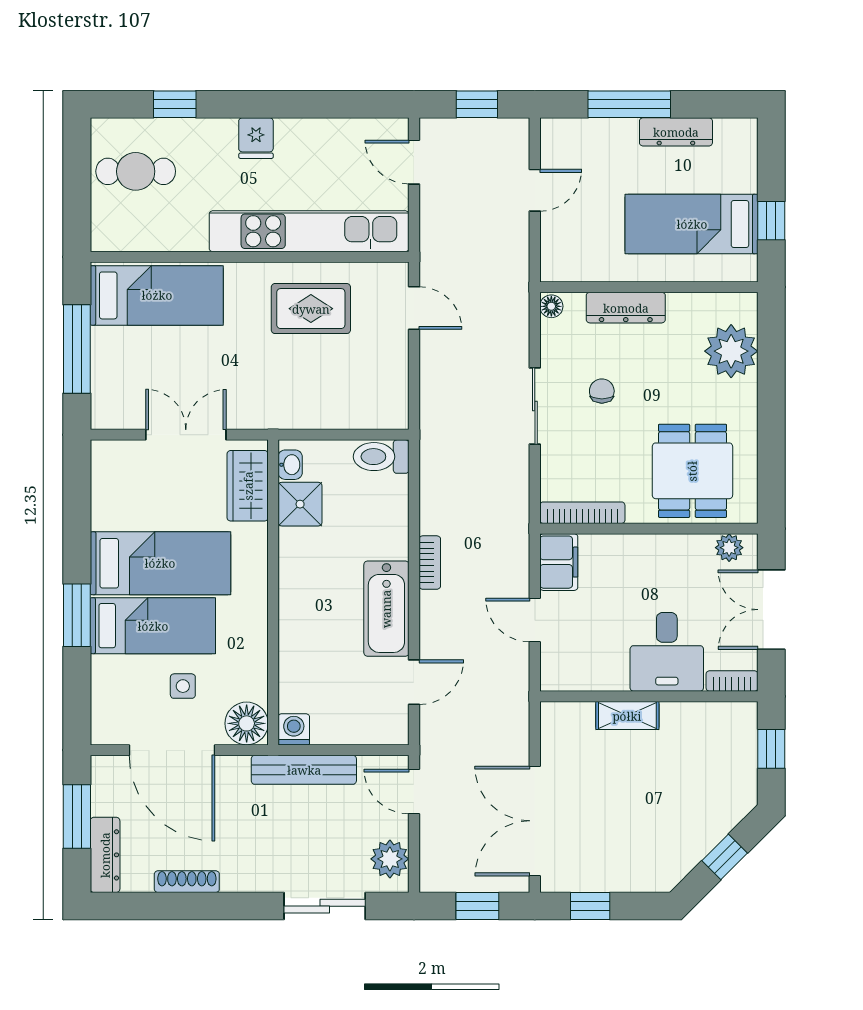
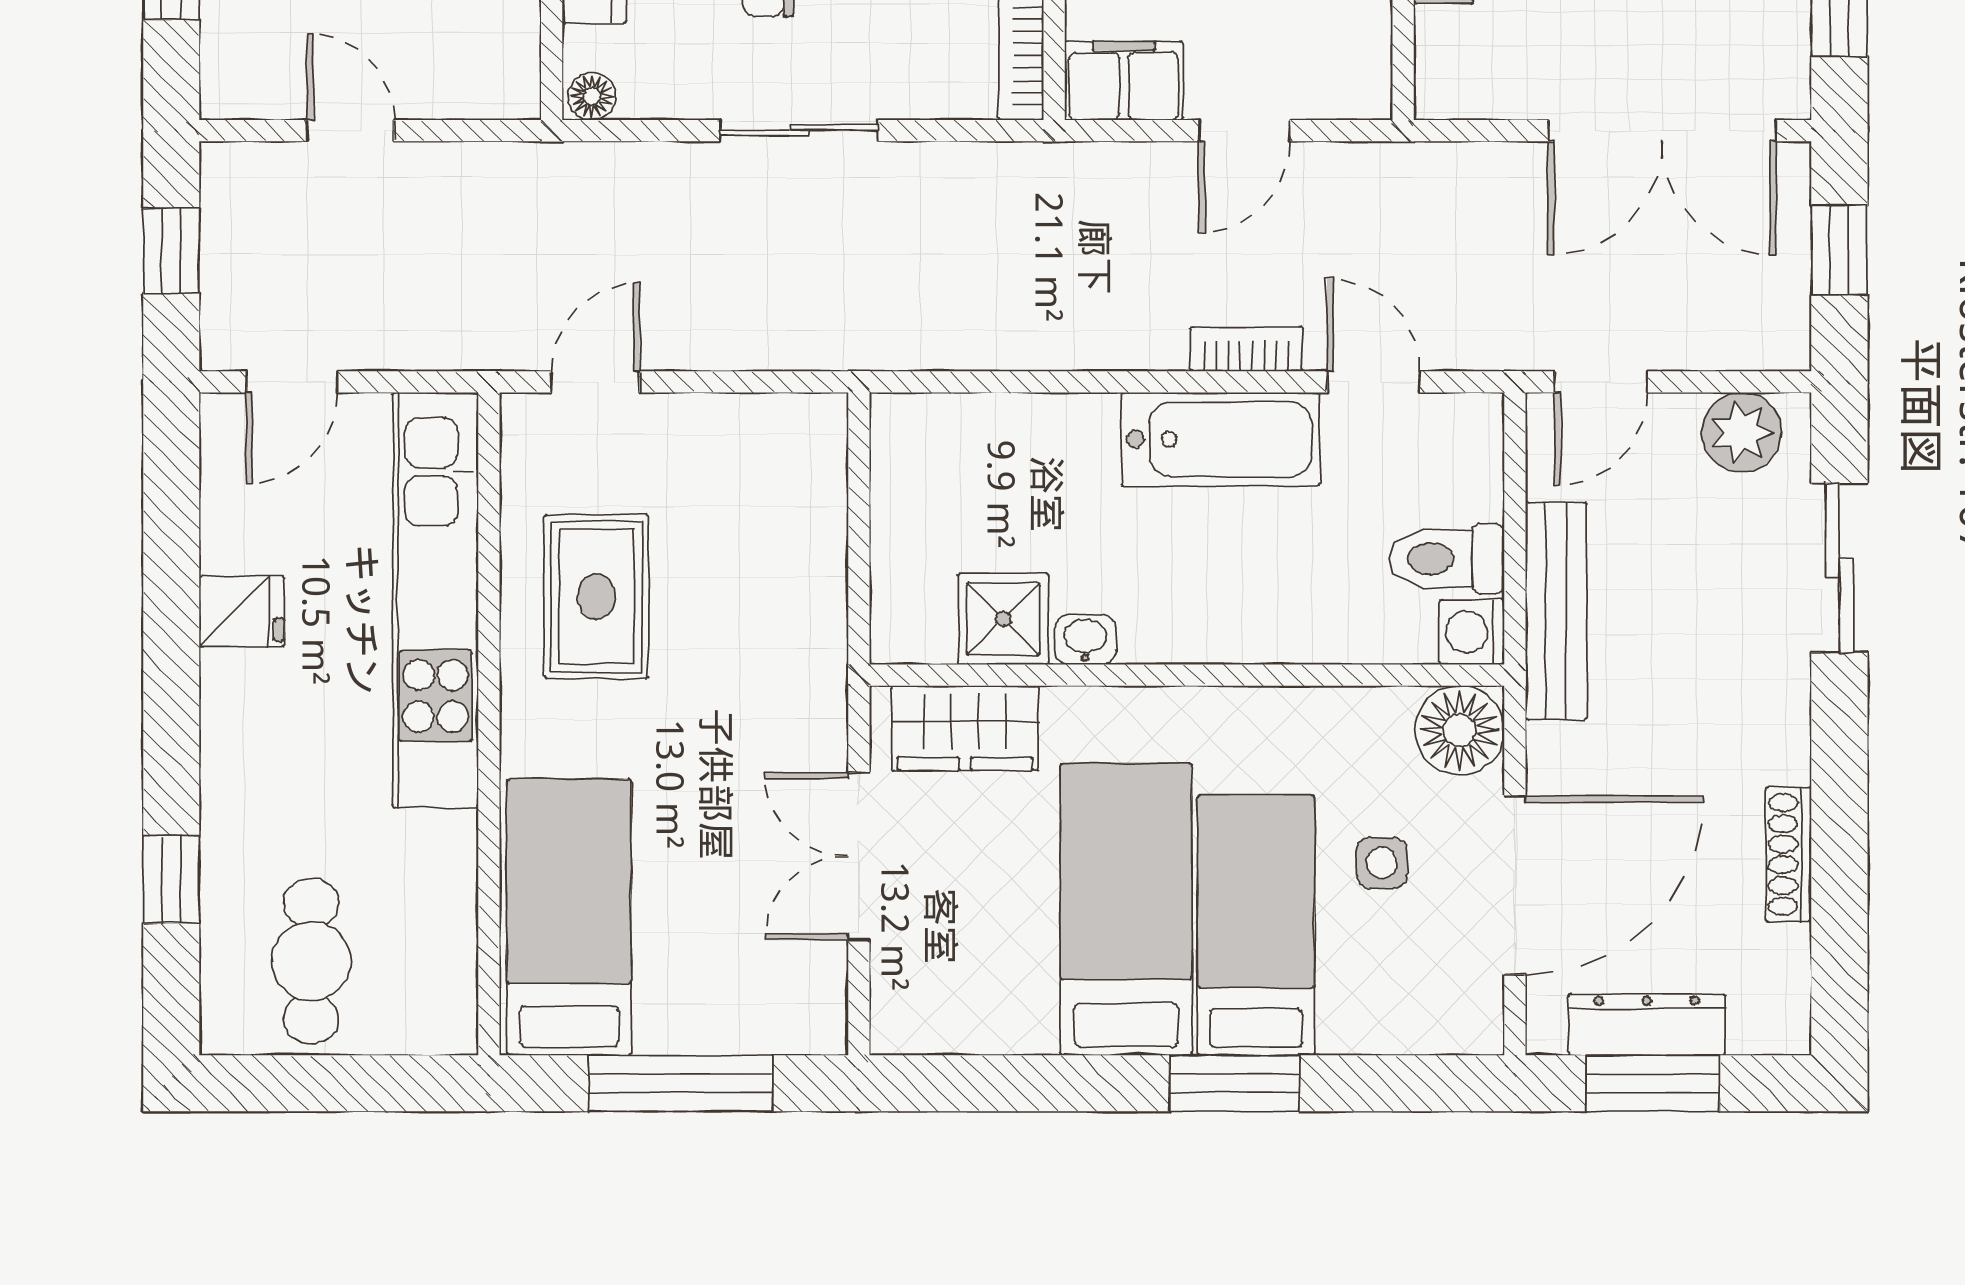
fridge: (256, 138) -> (242, 611), moved
toilet: (381, 457) -> (1447, 559), moved, turned 90
washbasin: (290, 465) -> (1085, 640), moved
bookcase: (430, 563) -> (1246, 349), moved
dresser: (105, 855) -> (1647, 1025), moved

